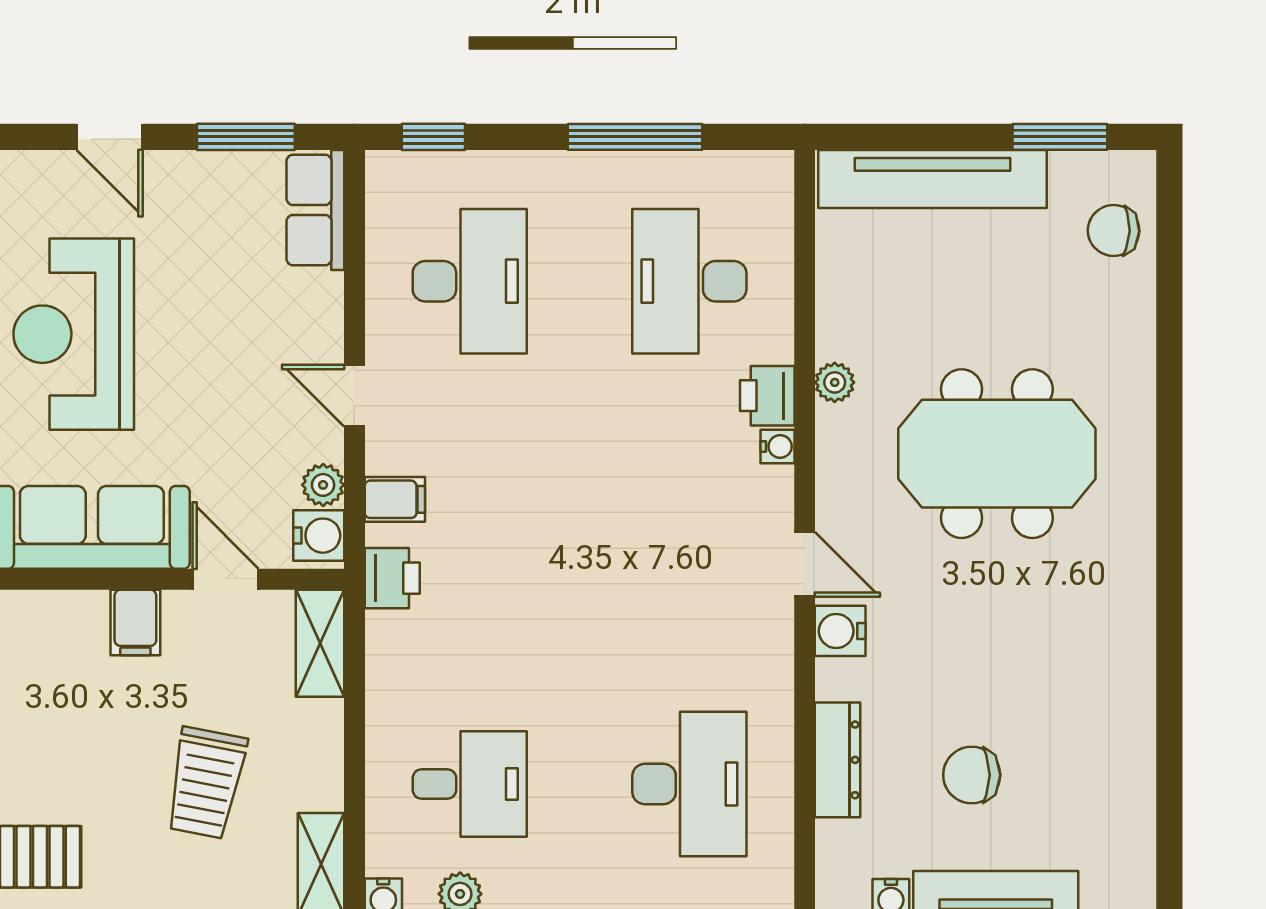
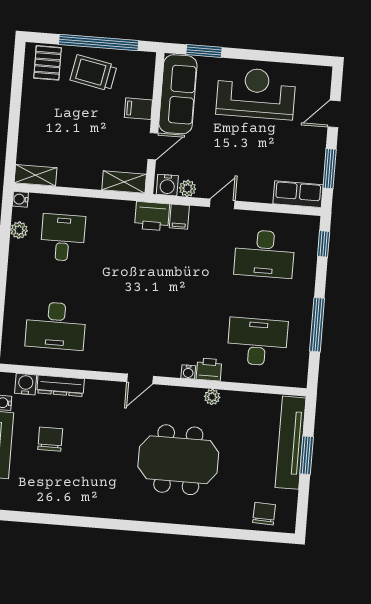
window: (1060, 137) -> (307, 455), moved
meeting table: (997, 454) -> (178, 460), turned 90
printer: (392, 578) -> (152, 216), width x1.36, depth x1.24
water cooler: (840, 631) -> (26, 384), moved
trolley: (206, 783) -> (93, 73), moved
desk: (470, 784) -> (63, 238), turned 180

